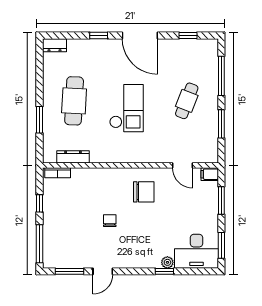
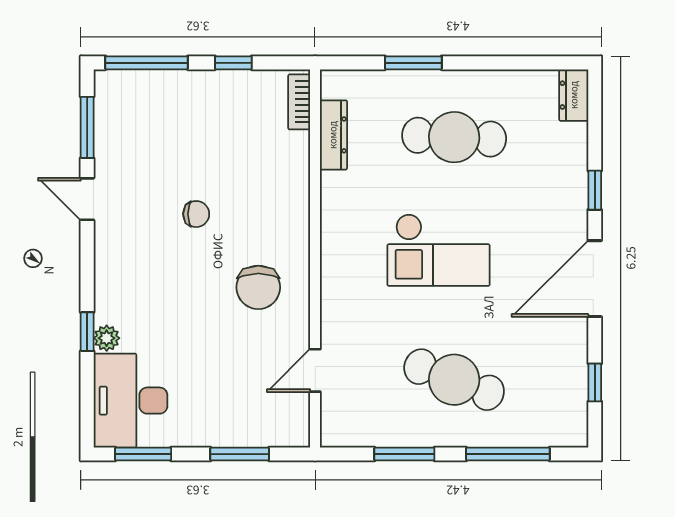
cafe table: (187, 101) -> (454, 380), width x1.37, depth x1.35
filing cabinet: (210, 174) -> (296, 429), removed

